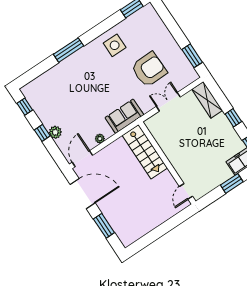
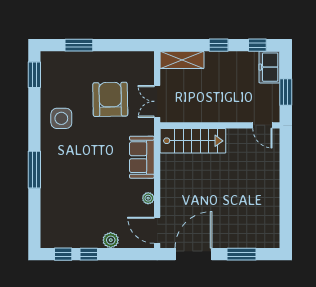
window: (192, 56) -> (79, 45), moved
window: (42, 133) -> (89, 254), moved
stairs: (145, 152) -> (193, 141), moved
wall: (167, 163) -> (220, 125), moved
door: (186, 191) -> (262, 125), moved

